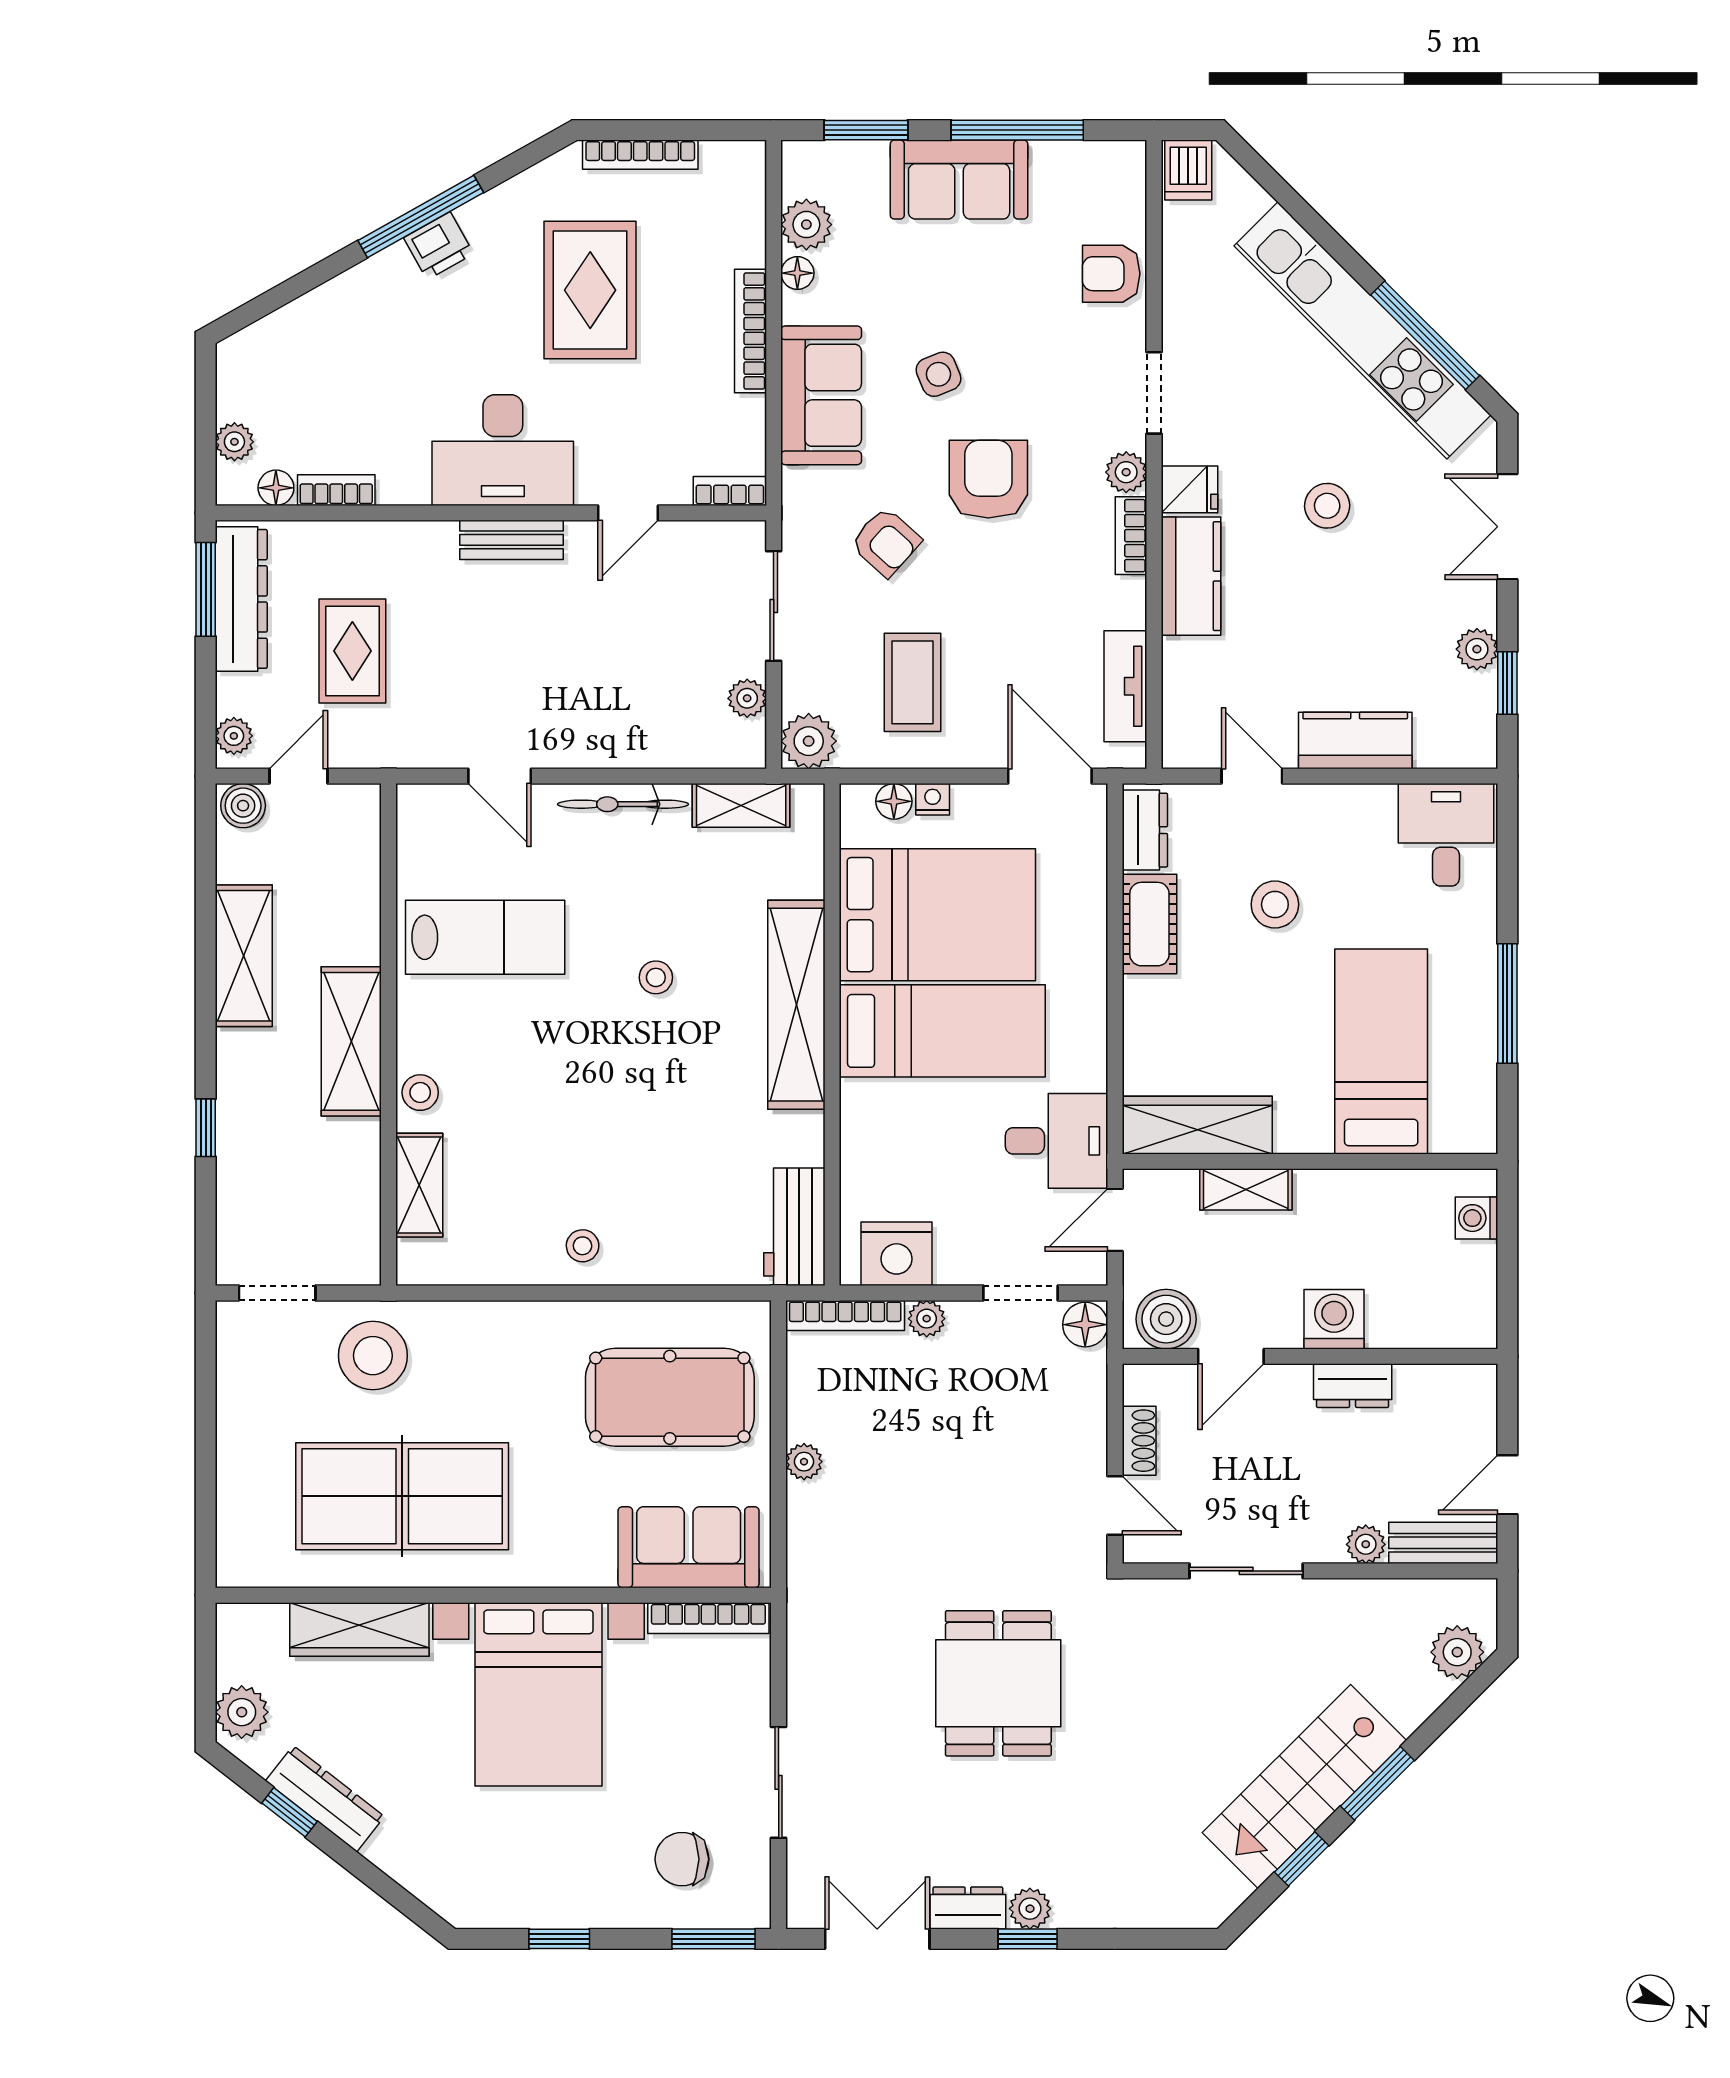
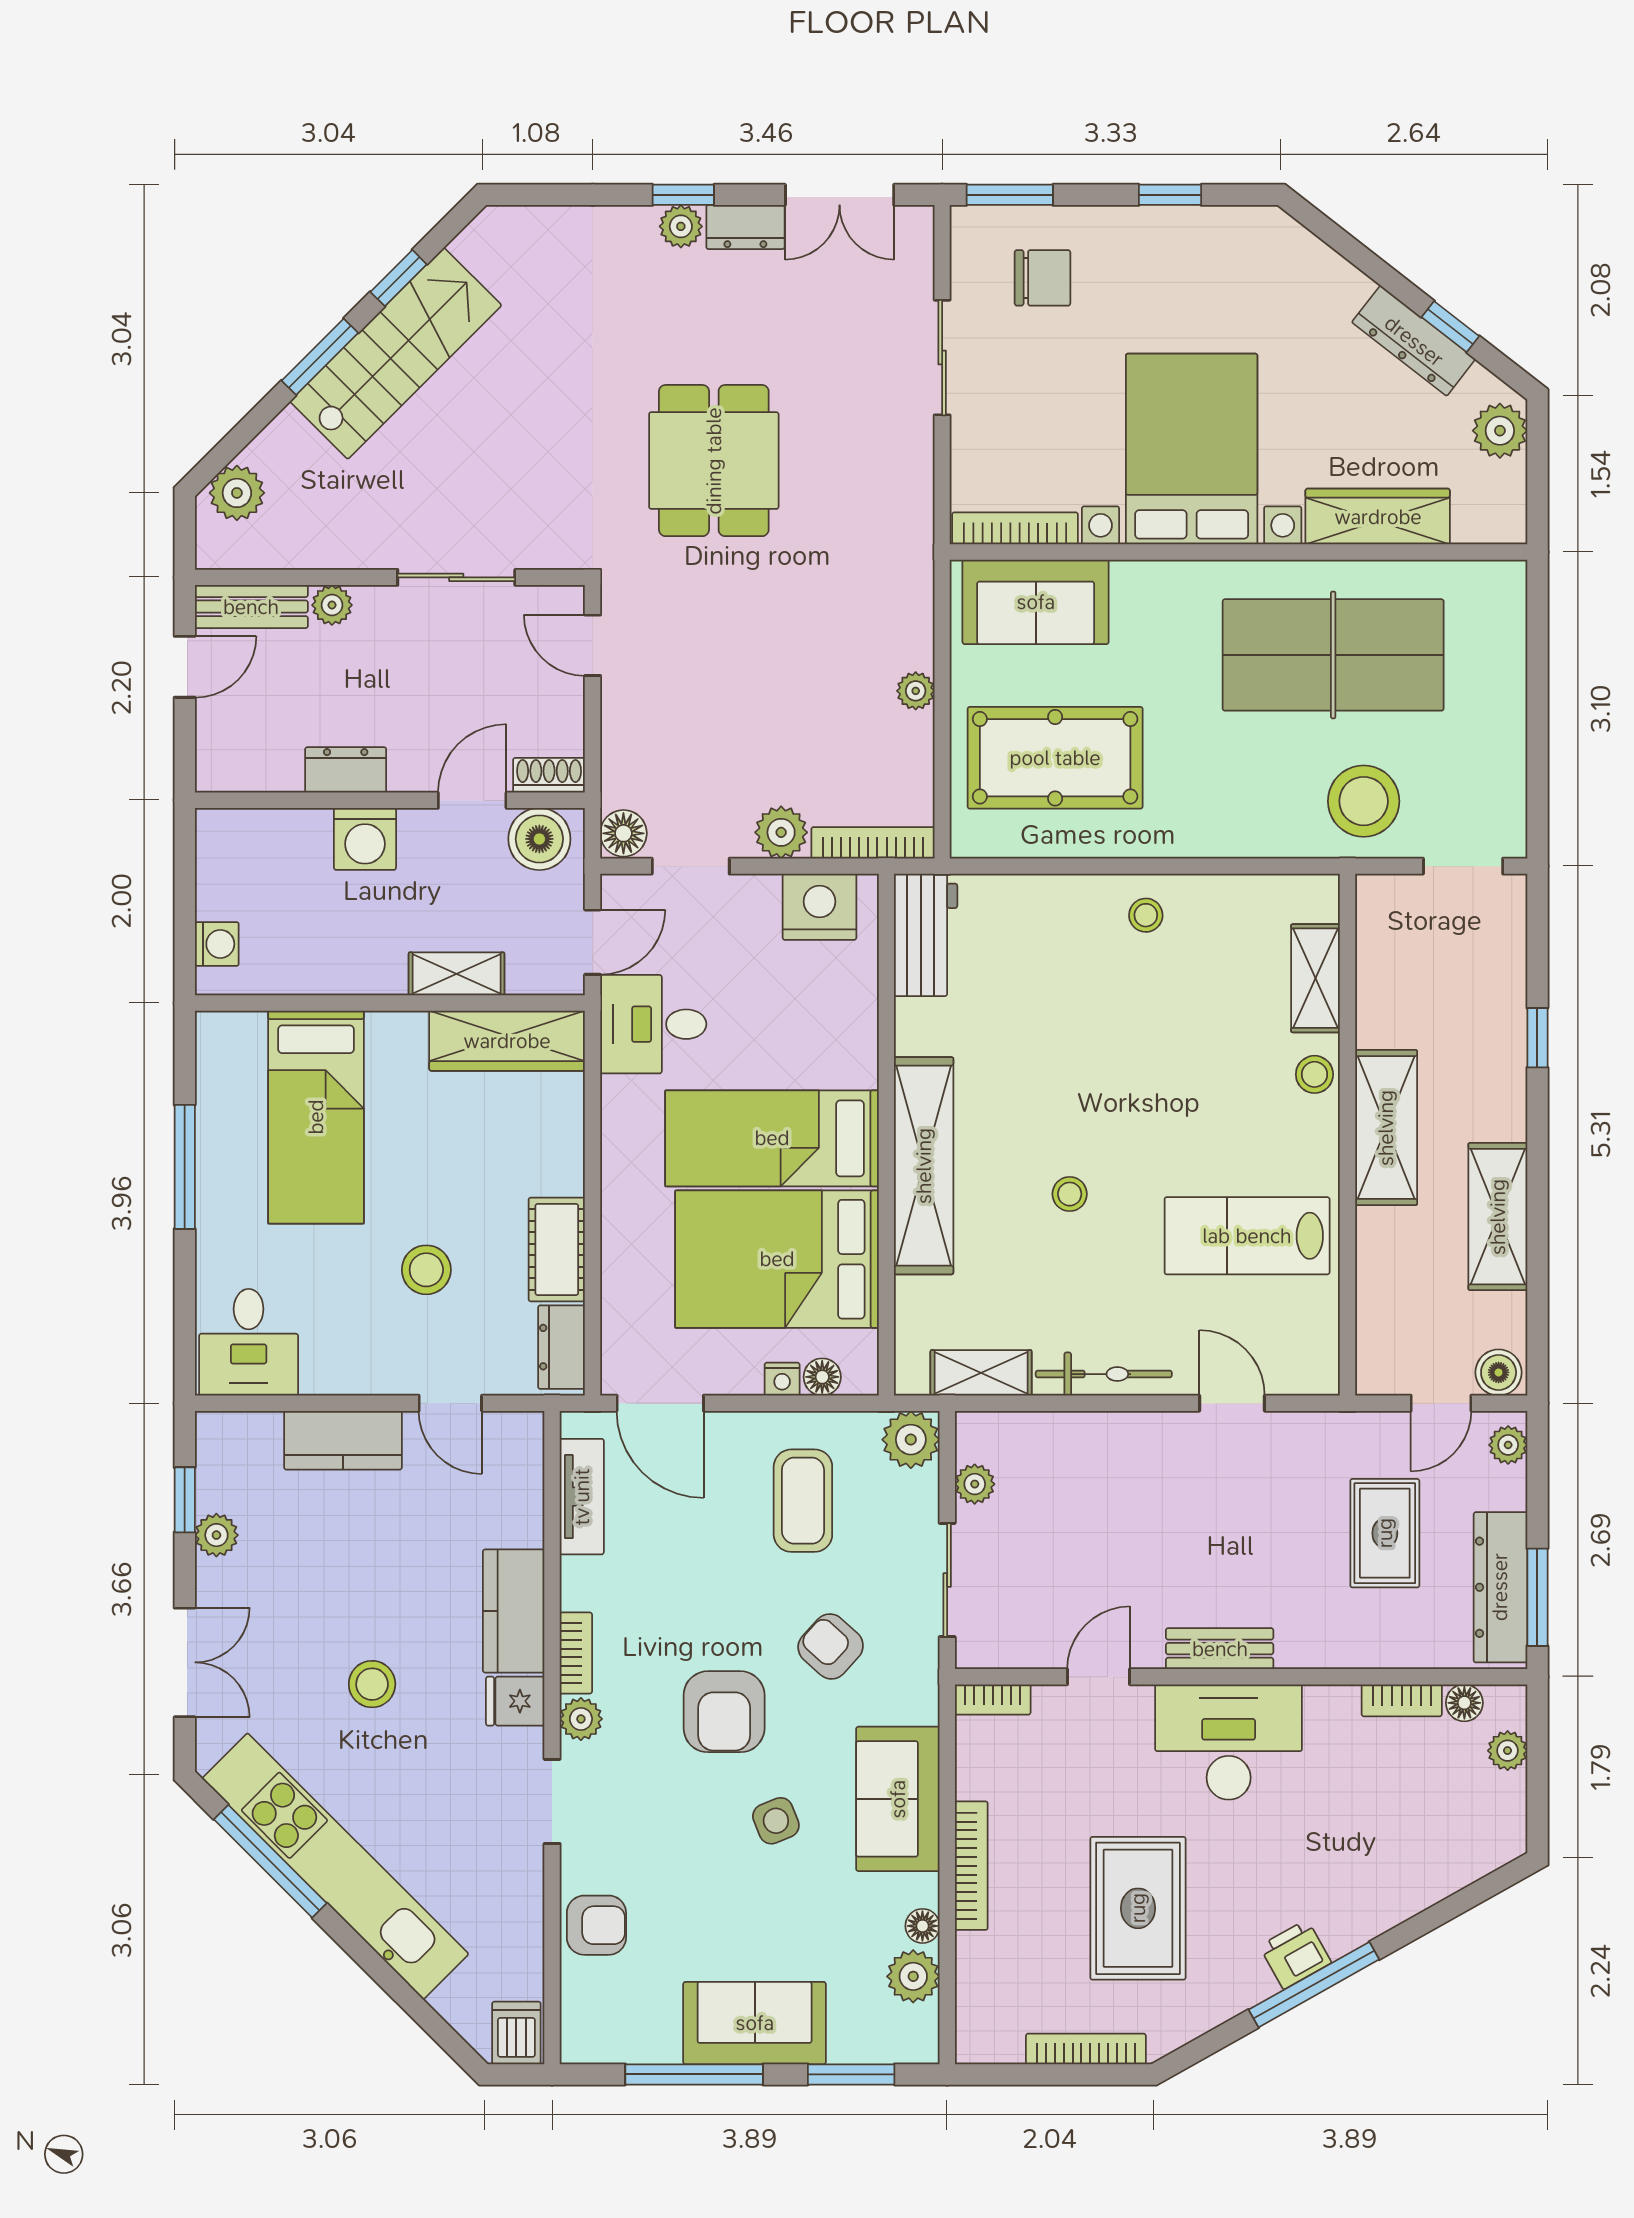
plant: (927, 1319) -> (781, 832), width x1.38, depth x1.38
shoe rack: (1139, 1441) -> (549, 775), moved, turned 90

